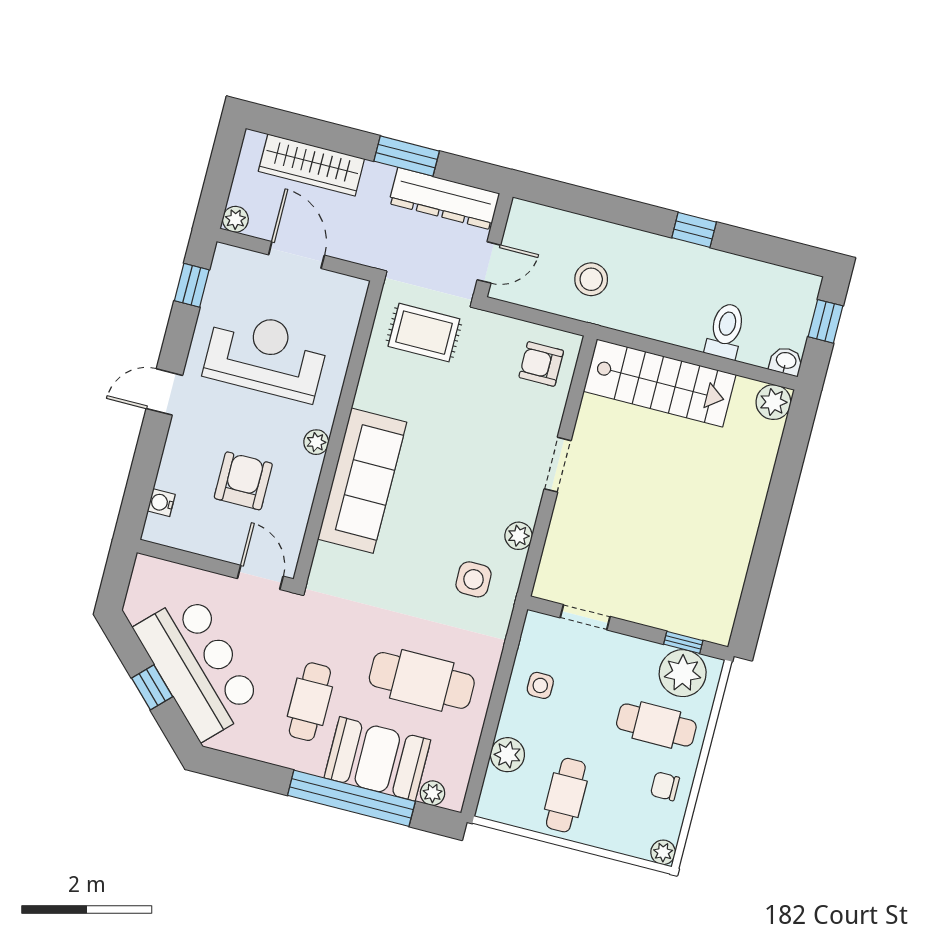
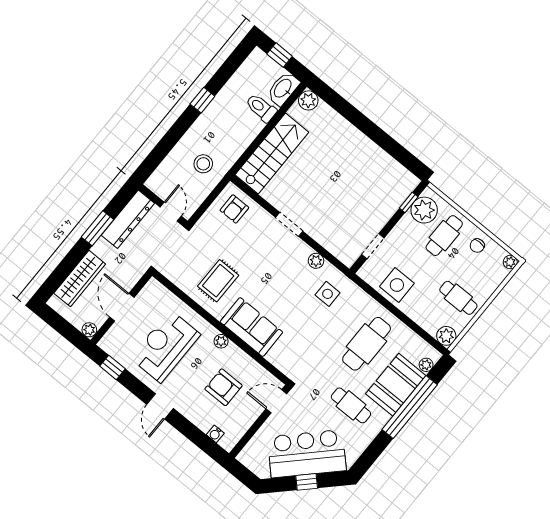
door: (296, 255) -> (122, 307), hinge flipped
rug: (424, 333) -> (218, 281), moved
washbasin: (786, 361) -> (283, 89), width x1.91, depth x1.45
sofa: (362, 481) -> (251, 327), width x0.73
side table: (540, 685) -> (397, 285), width x1.87, depth x1.87
plant: (507, 755) -> (446, 336), moved

